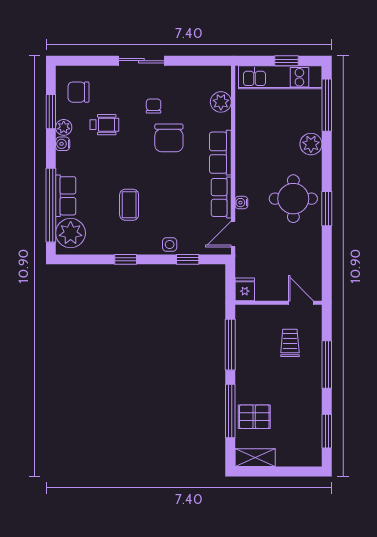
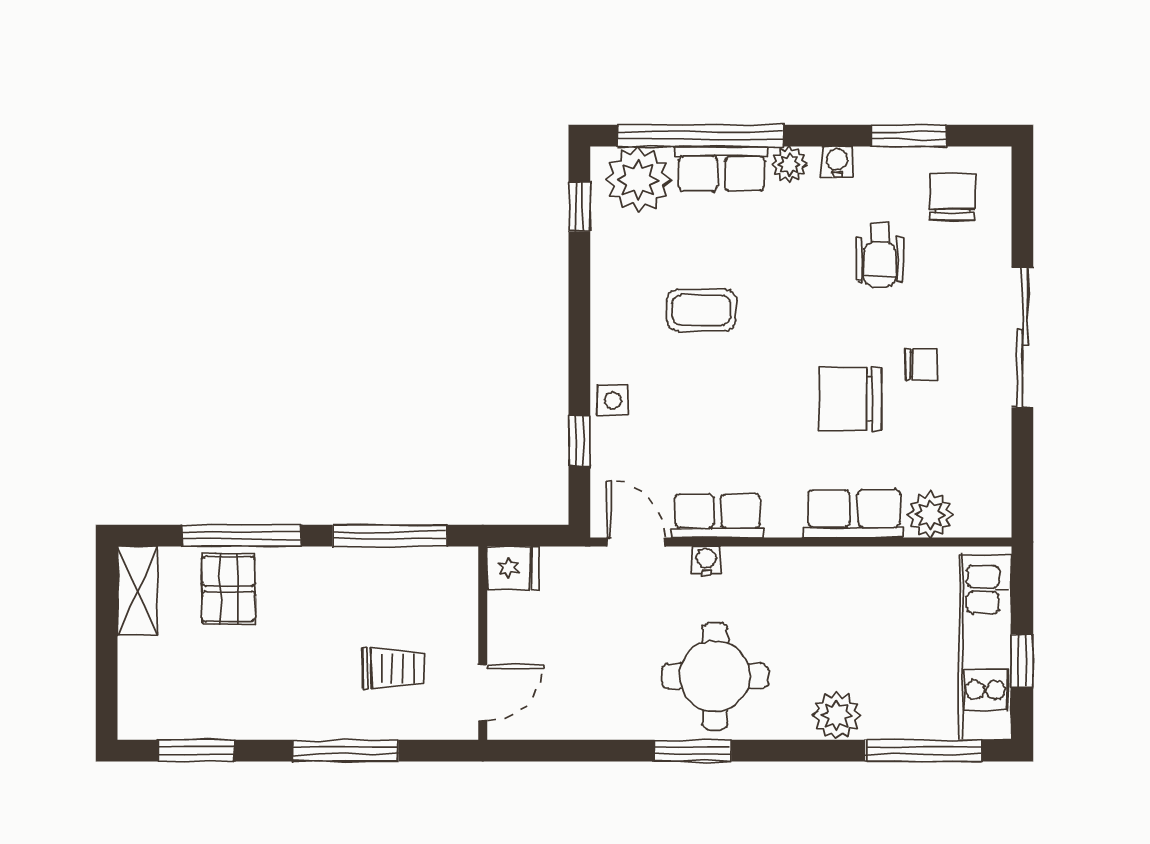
sliding door: (141, 61) -> (1022, 337), width x1.37
plant: (64, 127) -> (789, 164), moved
row of seats: (220, 153) -> (854, 514), moved
window: (126, 259) -> (579, 207), moved

